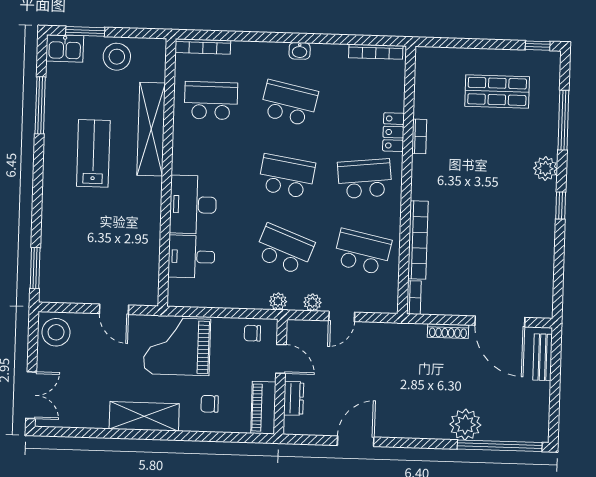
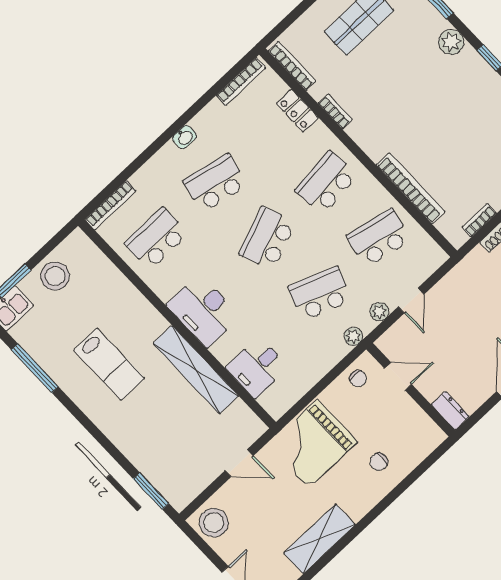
bookcase: (421, 76) -> (292, 66), added
shelving: (151, 129) -> (196, 370), moved
locker: (393, 132) -> (297, 111), moved
lab bench: (93, 153) -> (109, 364), turned 180
school desk: (287, 176) -> (268, 238), turned -30
desk: (193, 205) -> (203, 311), moved
bookcase: (414, 298) -> (479, 220), moved, turned -90
chair: (252, 333) -> (358, 379), turned -90
dresser: (294, 398) -> (450, 411), moved
piano: (263, 408) -> (421, 425), removed
shelving: (144, 416) -> (320, 539), moved

